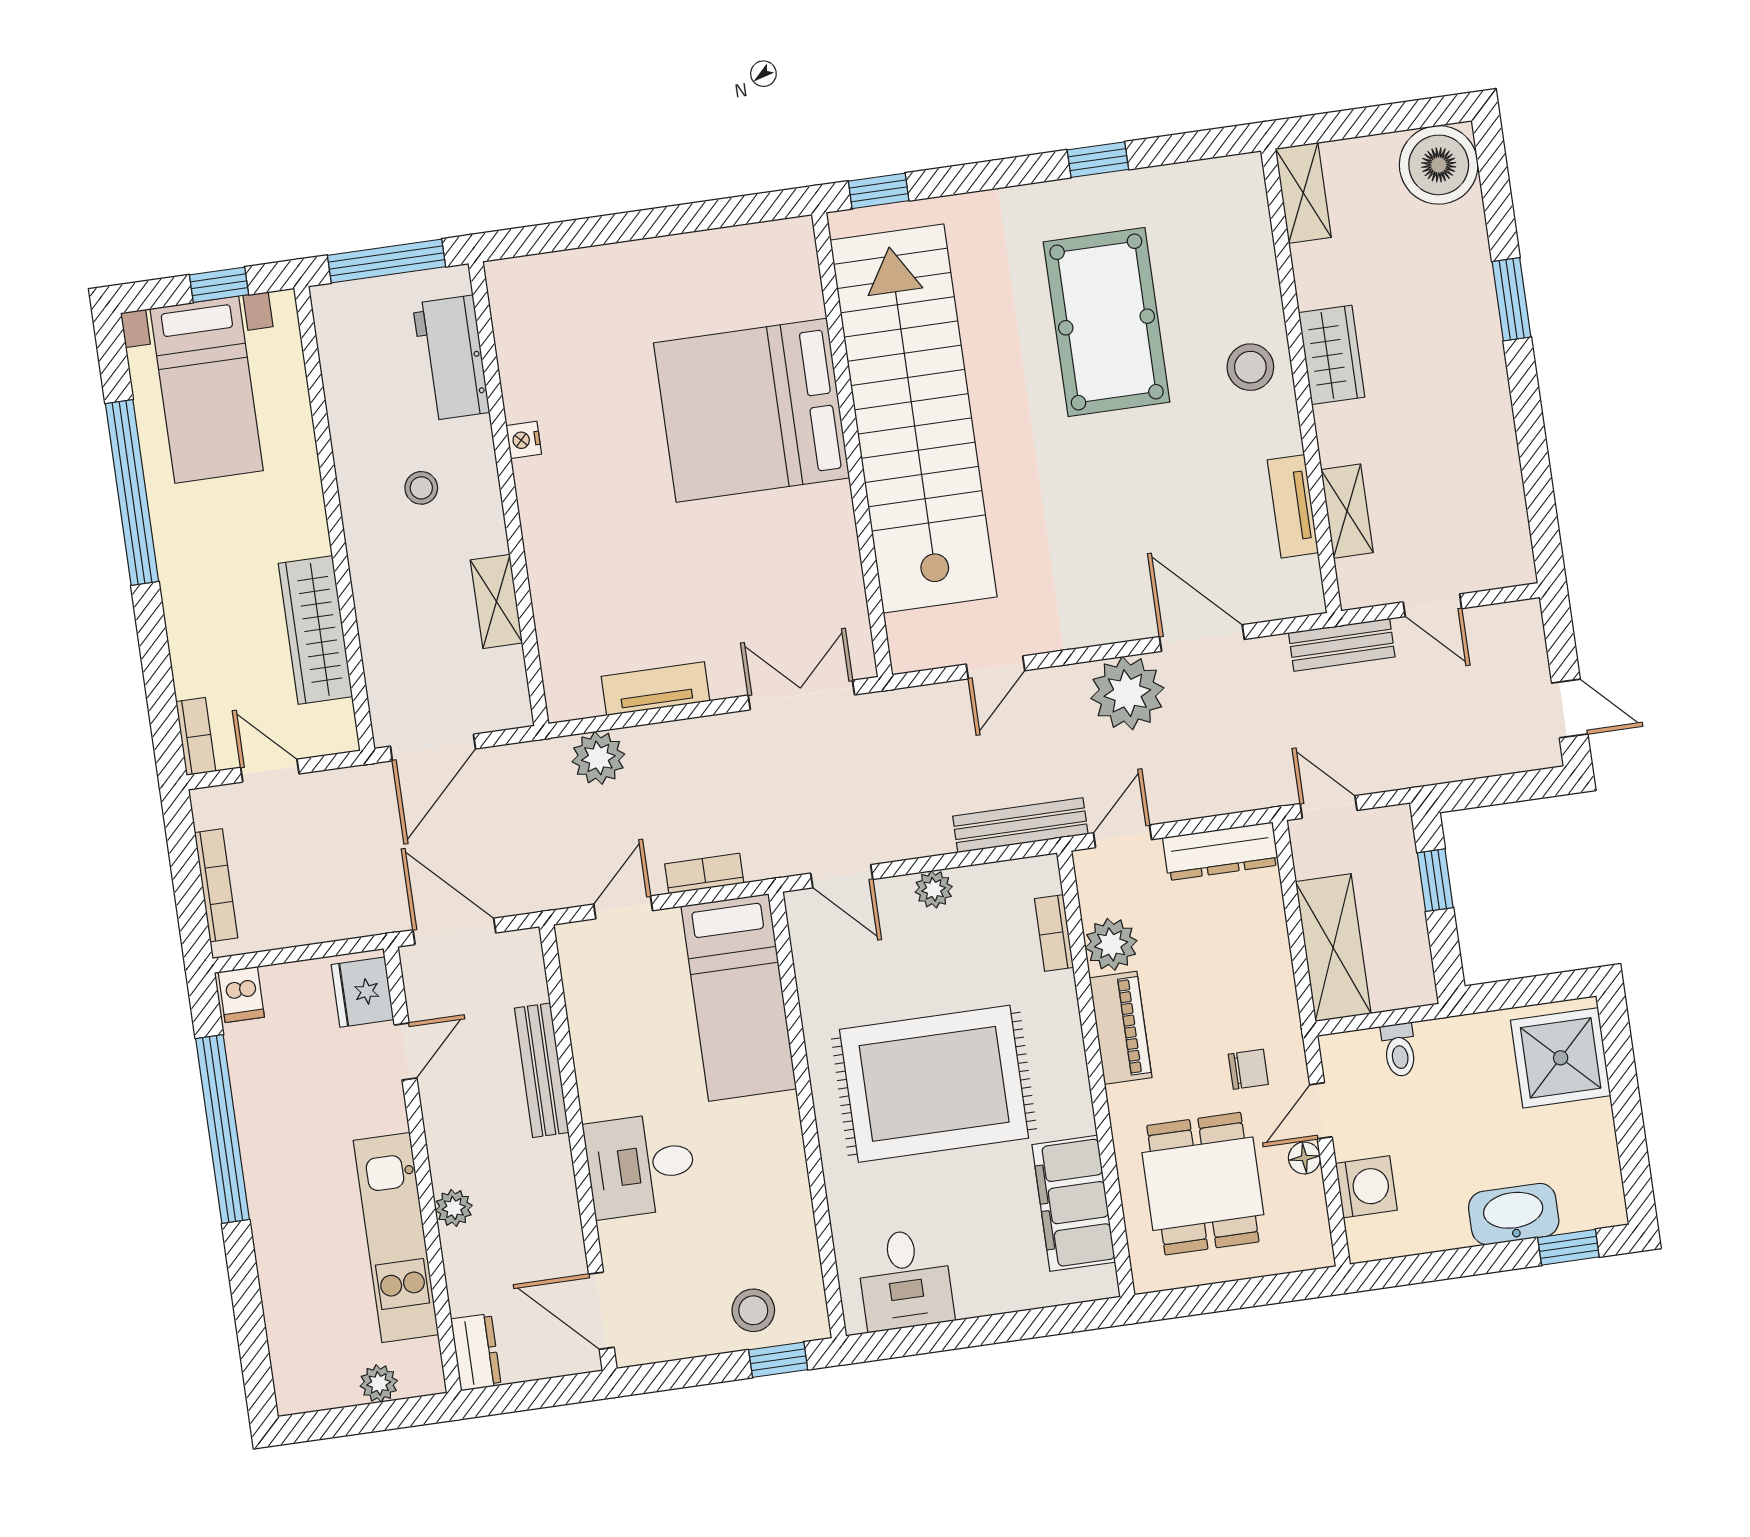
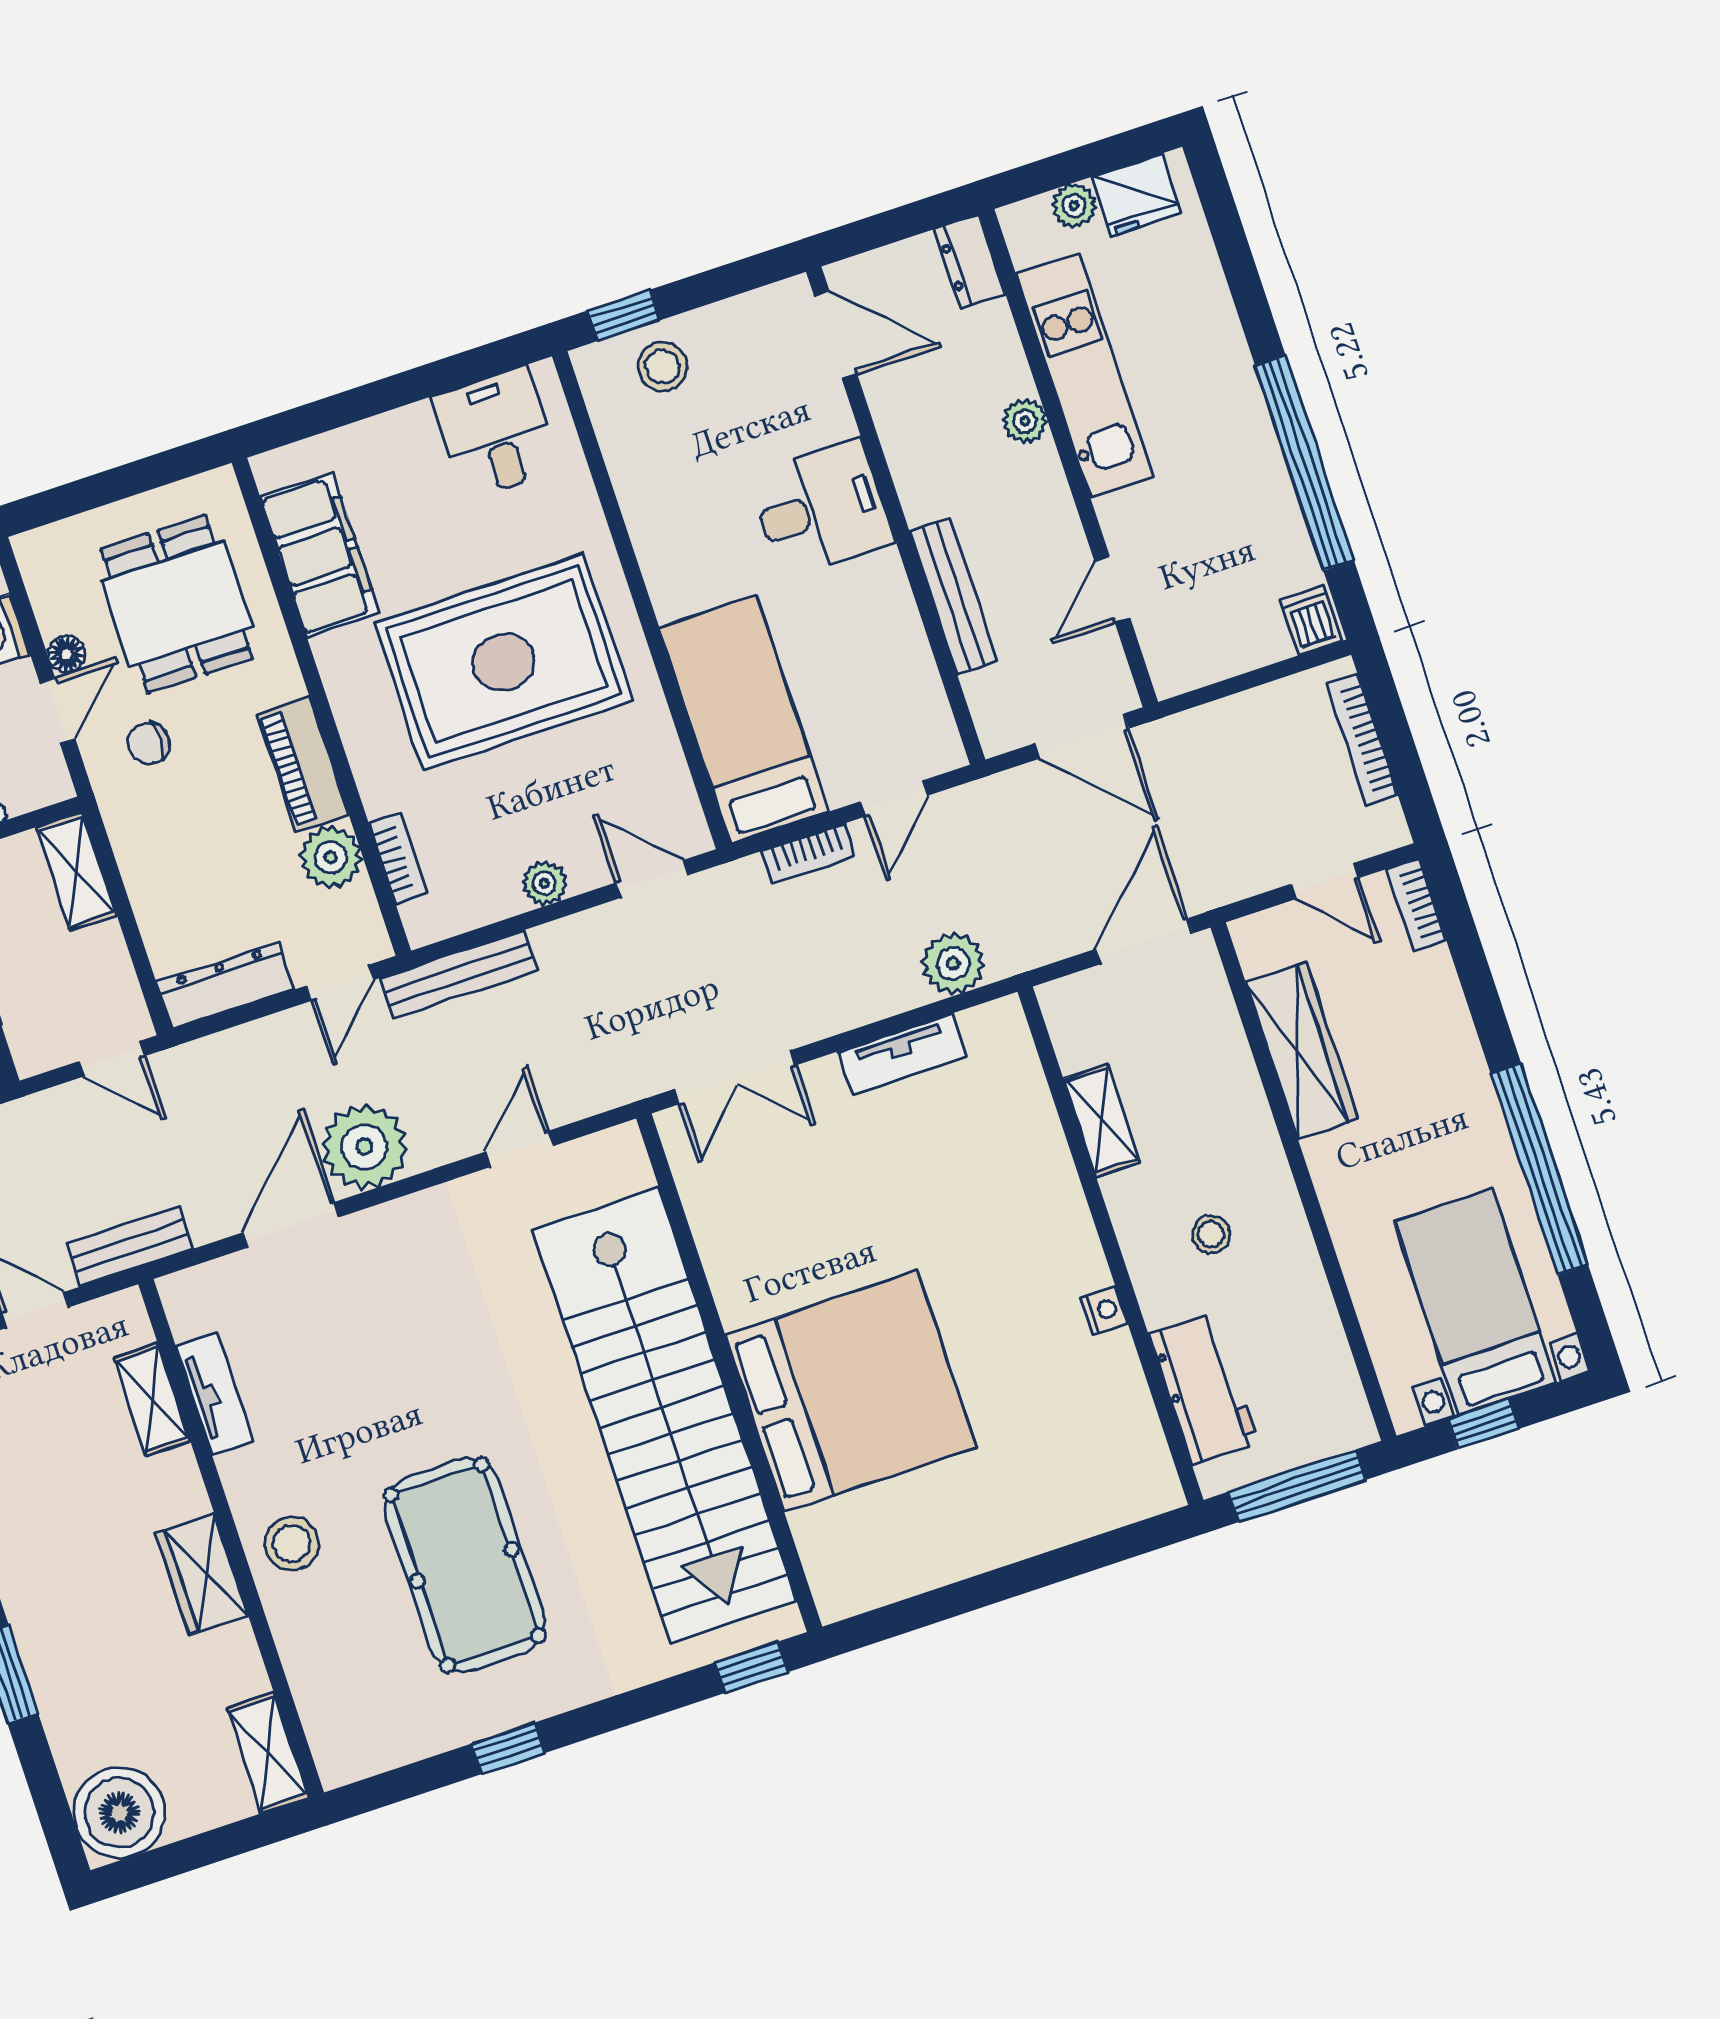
door: (1202, 638) -> (291, 1225), swing flipped
shelving: (1333, 948) -> (76, 871), width x0.67, depth x0.75
fridge: (362, 992) -> (1137, 195), moved, turned 90

